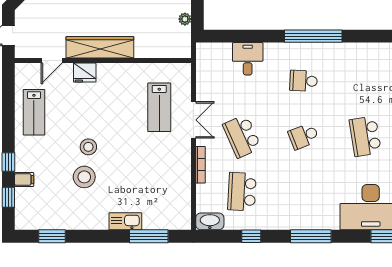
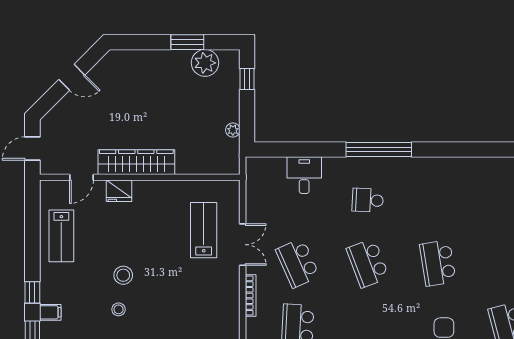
lab bench: (159, 107) -> (204, 230), turned 180
school desk: (304, 136) -> (368, 263), width x1.85
stool: (84, 177) -> (119, 309), width x0.53, depth x0.53

